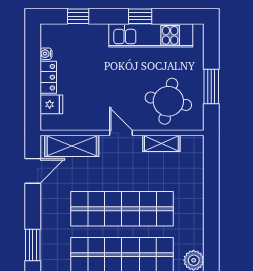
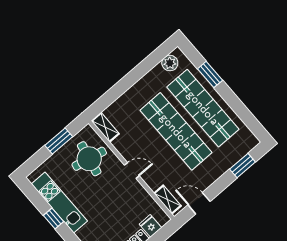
door: (121, 133) -> (132, 170), swing flipped
shelving: (161, 143) -> (105, 127), moved
shelving: (72, 146) -> (167, 200), width x0.67, depth x0.75

